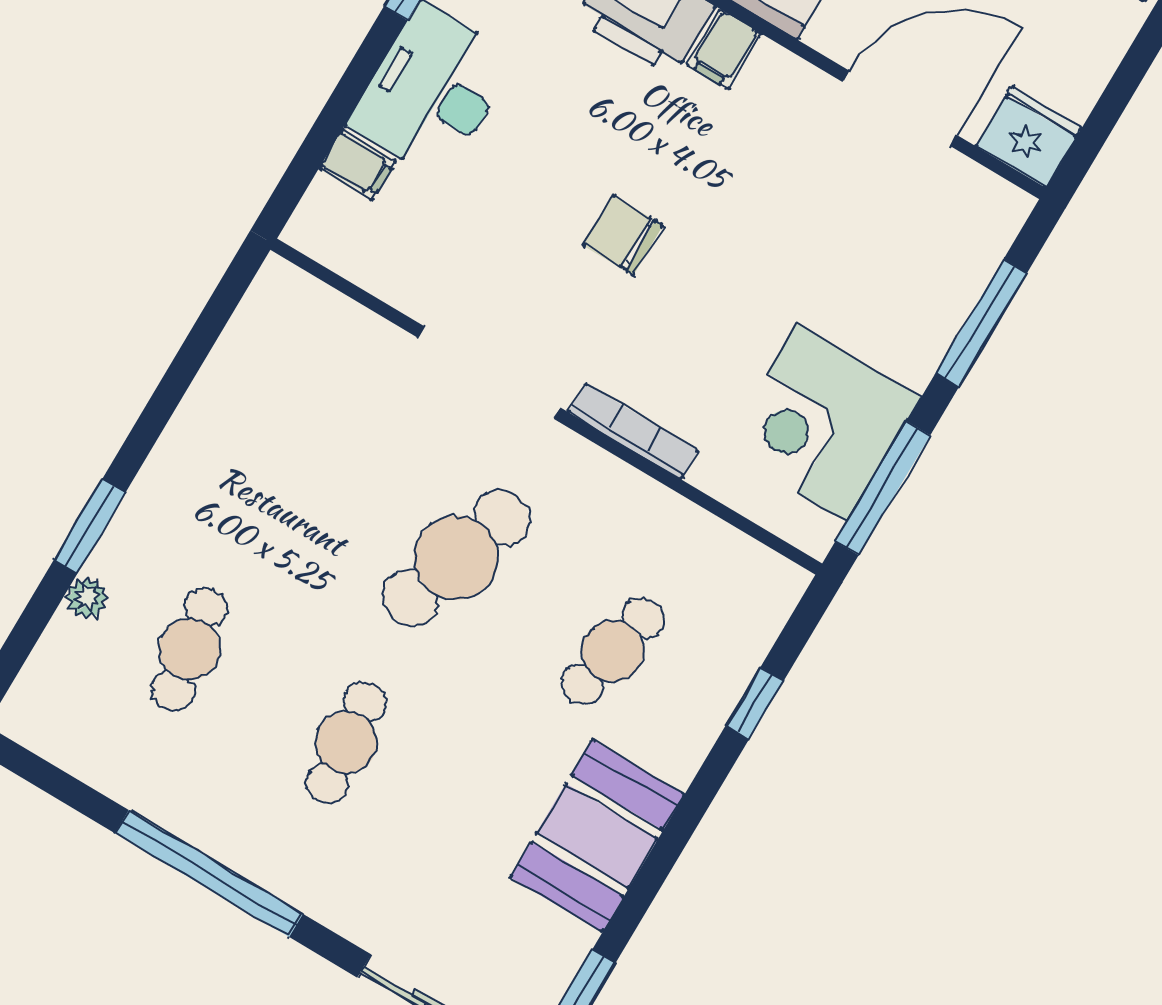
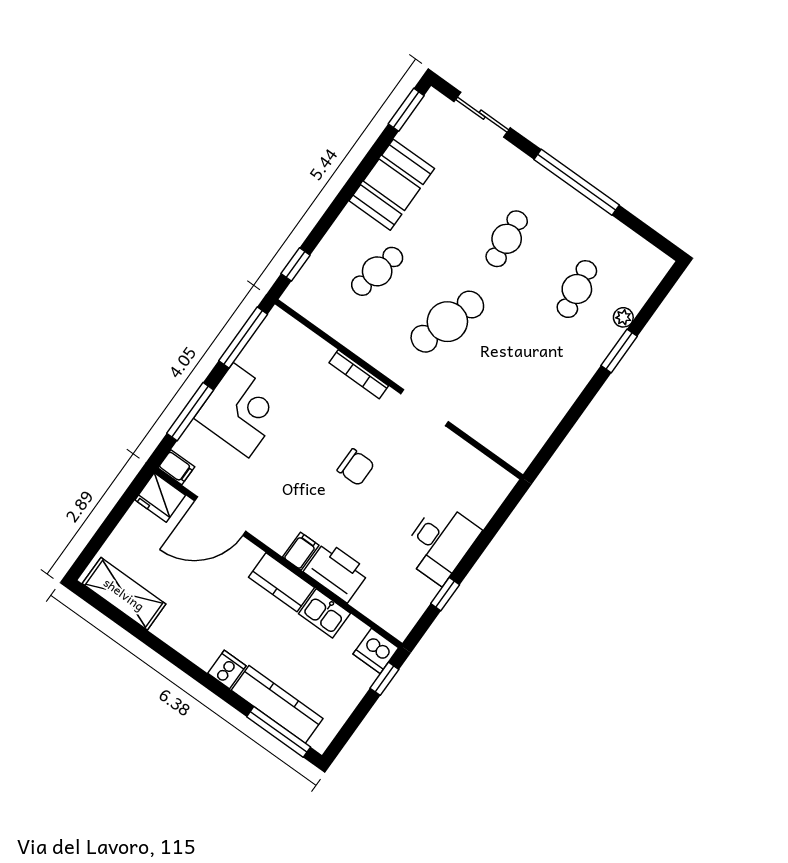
filing cabinet: (357, 165) -> (176, 467), moved, turned 180
doorway: (489, 373) -> (424, 408), width x0.73
corner desk: (822, 423) -> (241, 410), moved
window: (755, 703) -> (295, 264), moved

